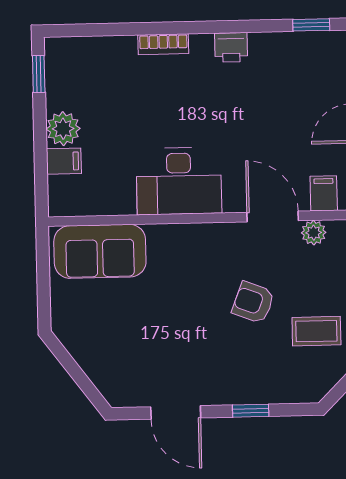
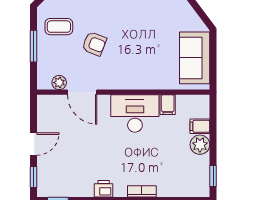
filing cabinet: (324, 193) -> (168, 105), moved
sofa: (100, 251) -> (195, 58), moved, turned -90

